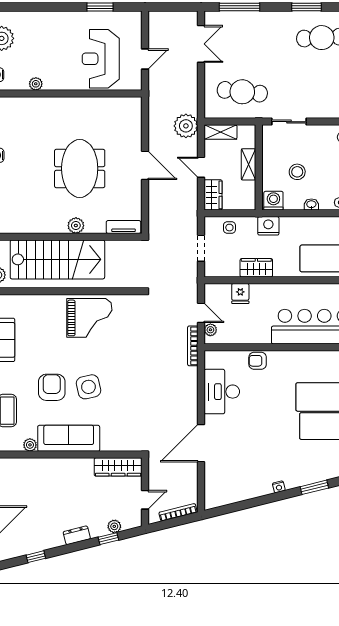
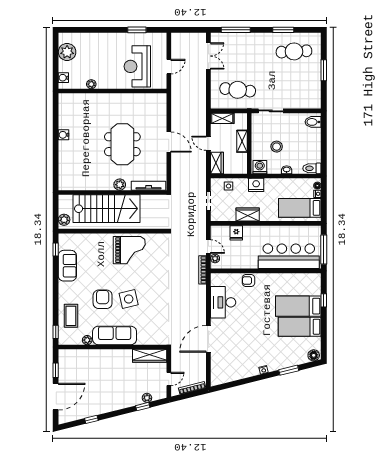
plant: (186, 126) -> (198, 114), removed
tv unit: (124, 227) -> (149, 186), width x1.41
dresser: (77, 535) -> (120, 404), removed

